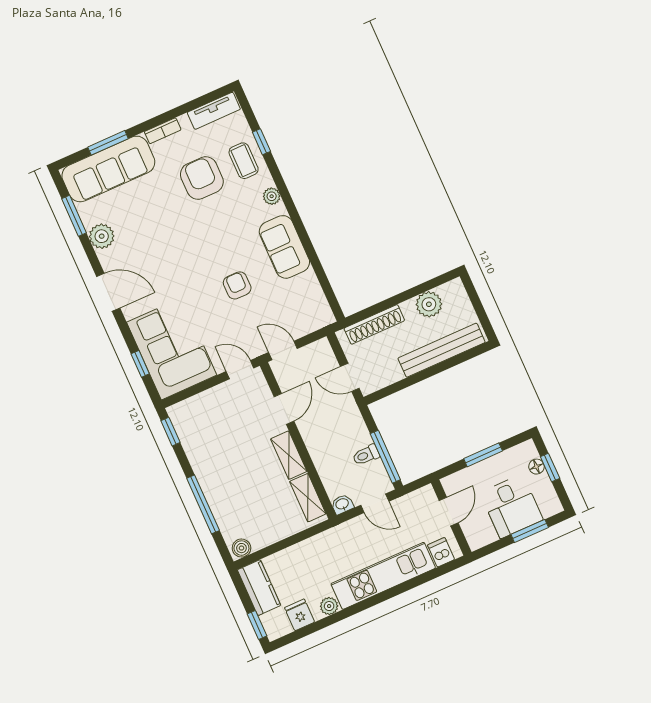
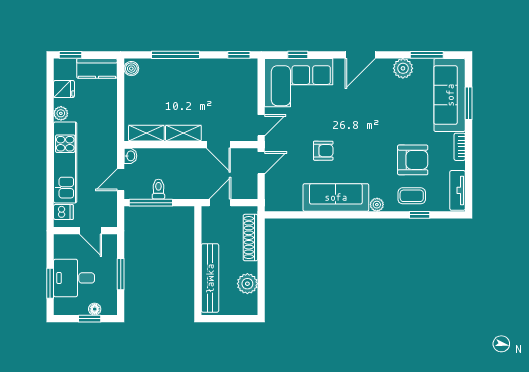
sofa: (284, 247) -> (336, 197), width x1.36

